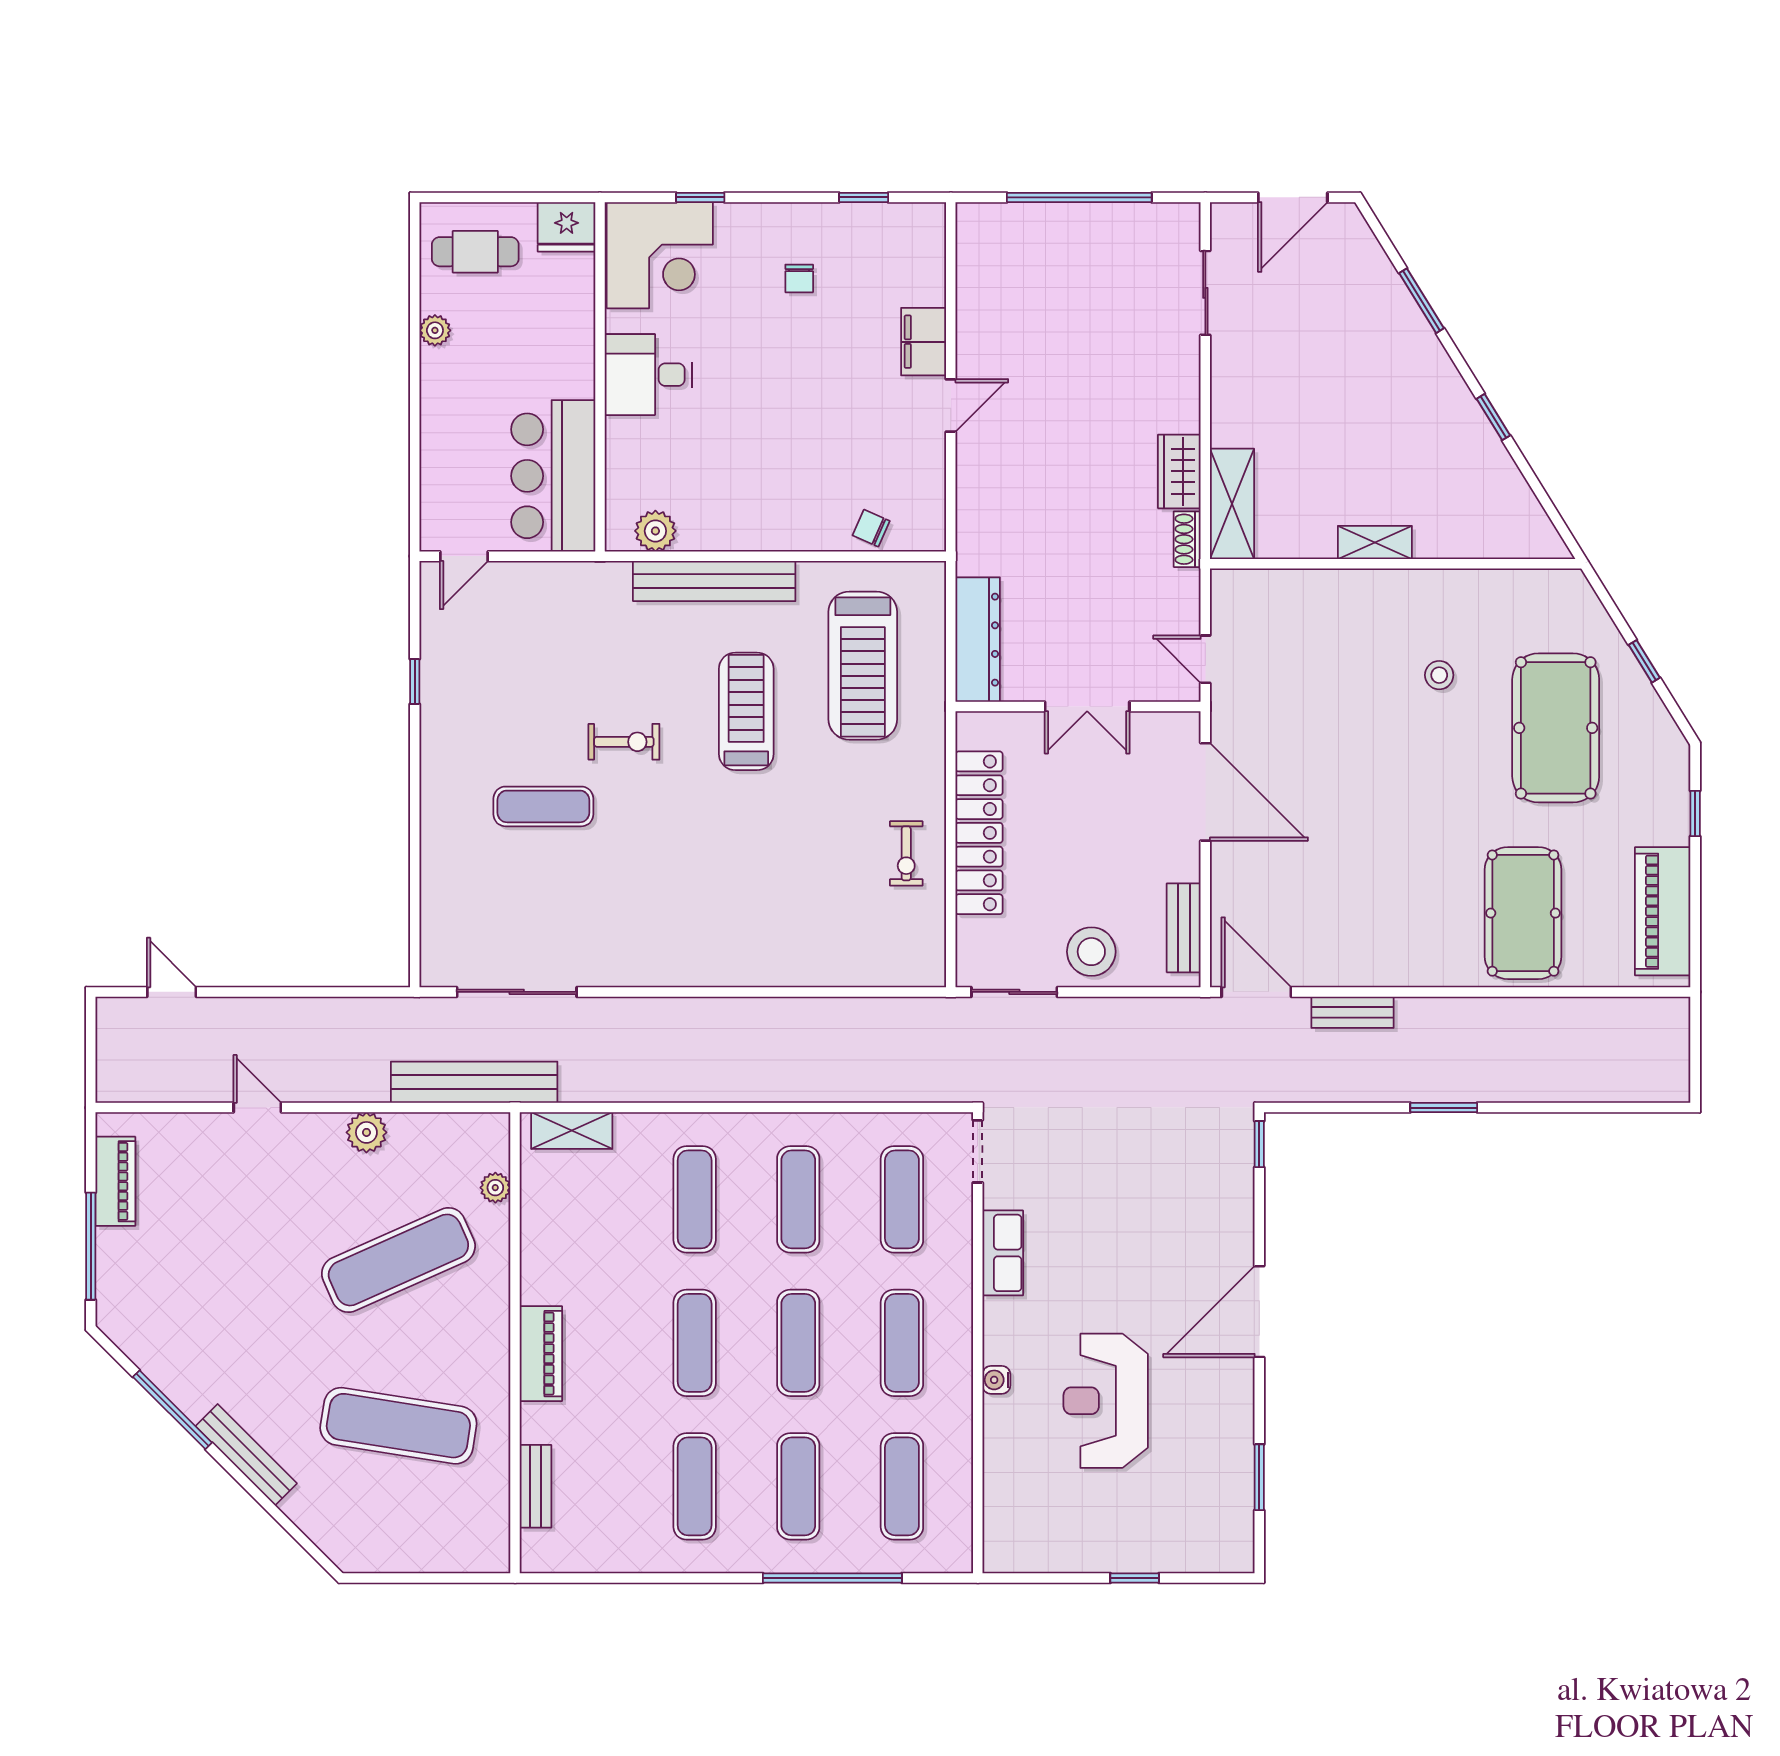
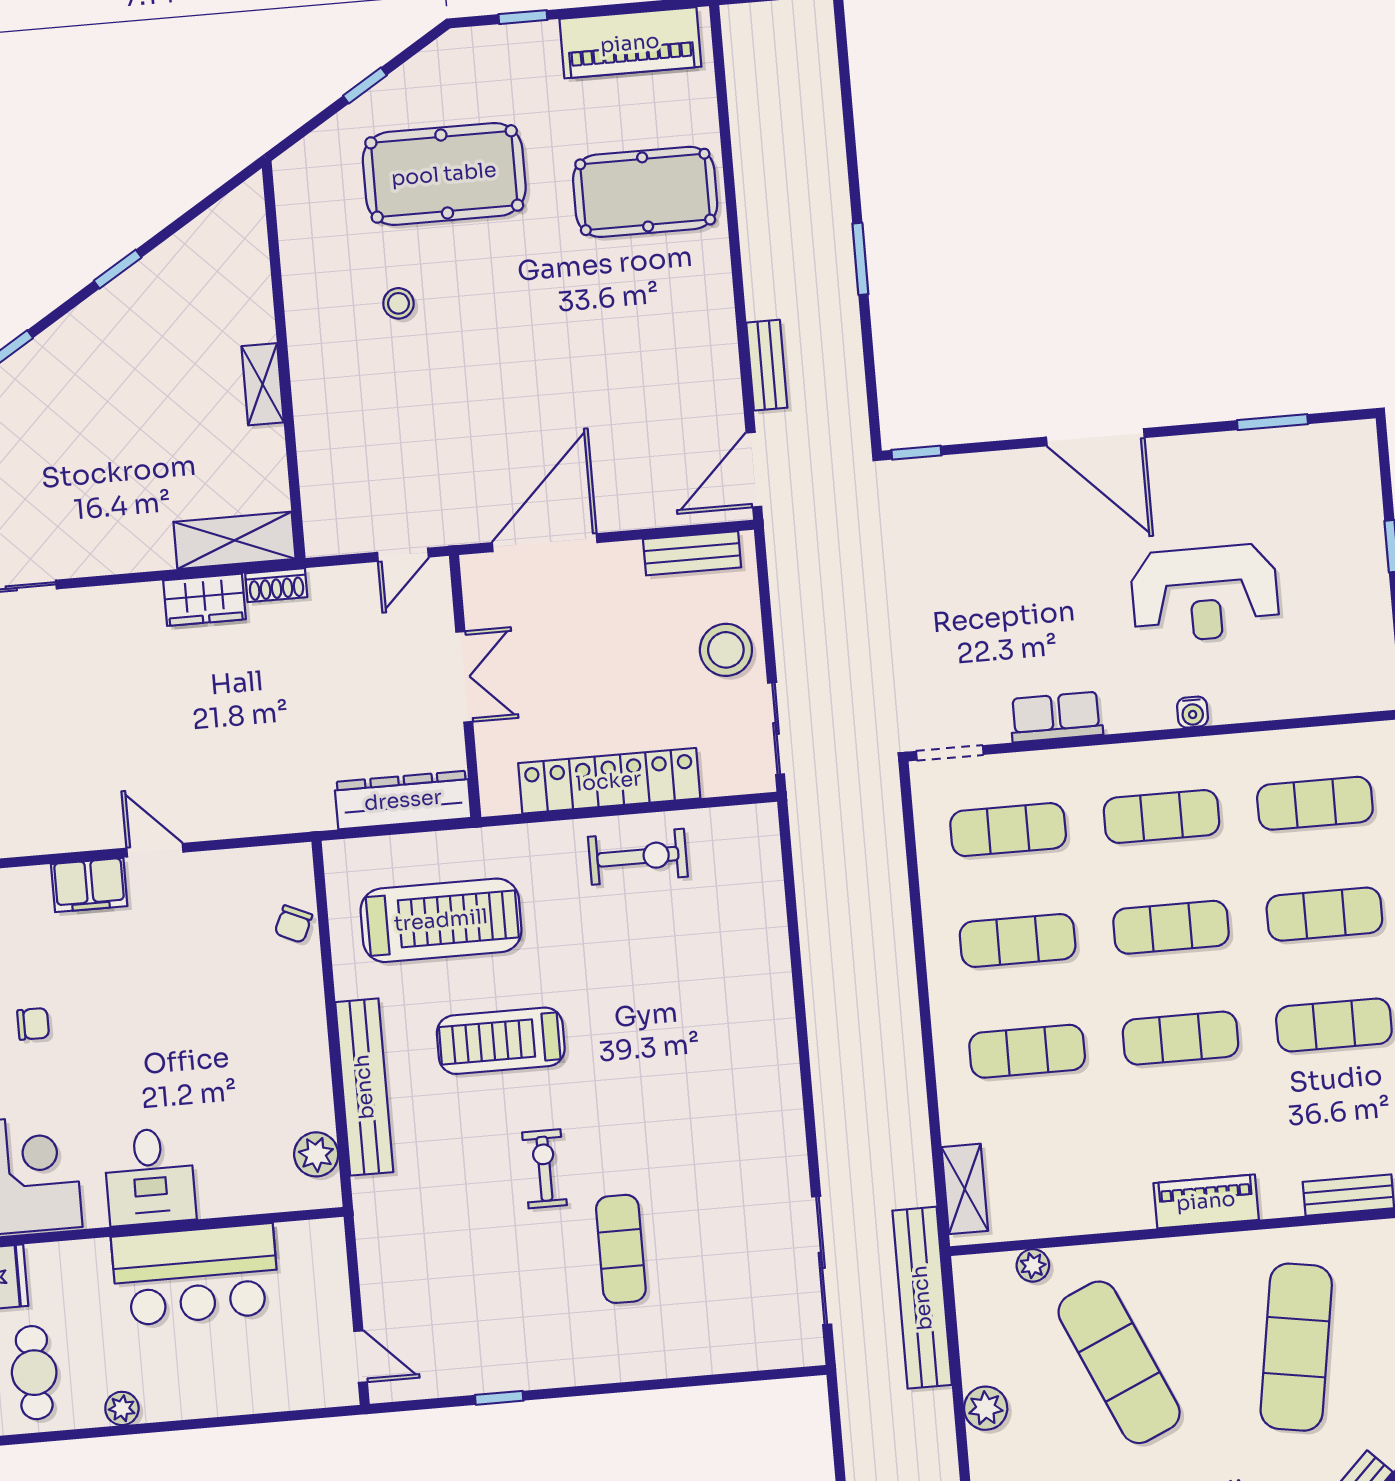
bar counter: (553, 476) -> (195, 1275), moved
exercise bike: (906, 853) -> (638, 857), width x1.38, depth x1.39

